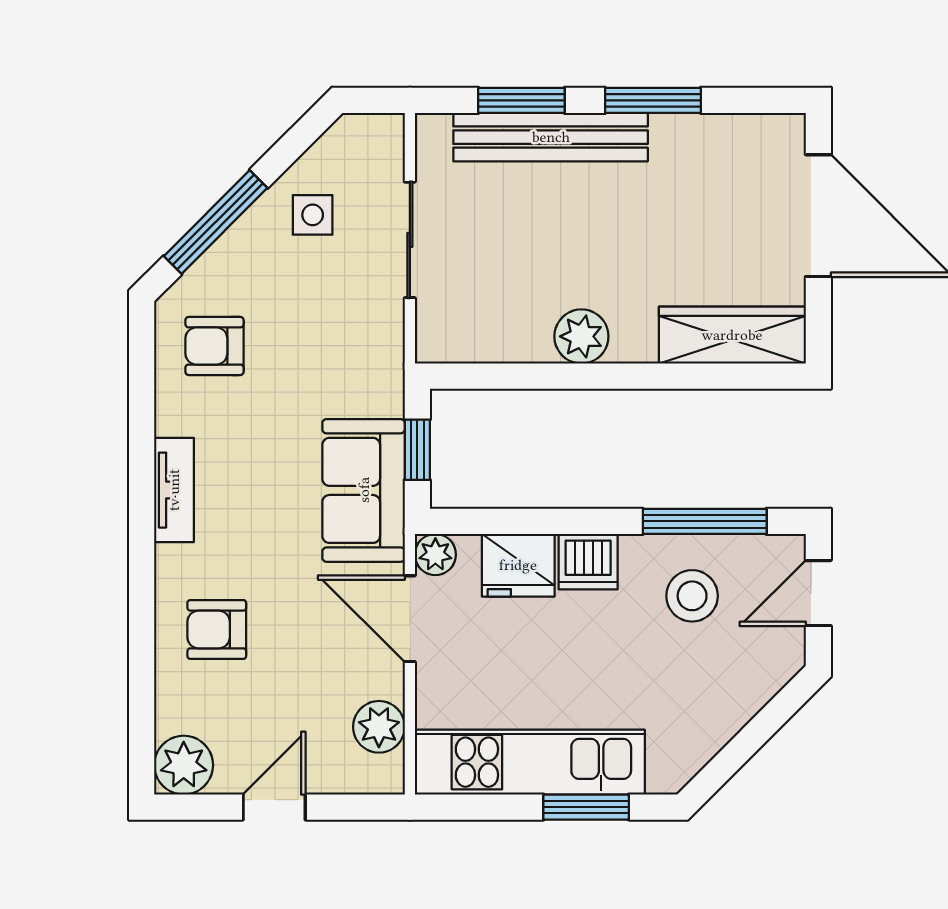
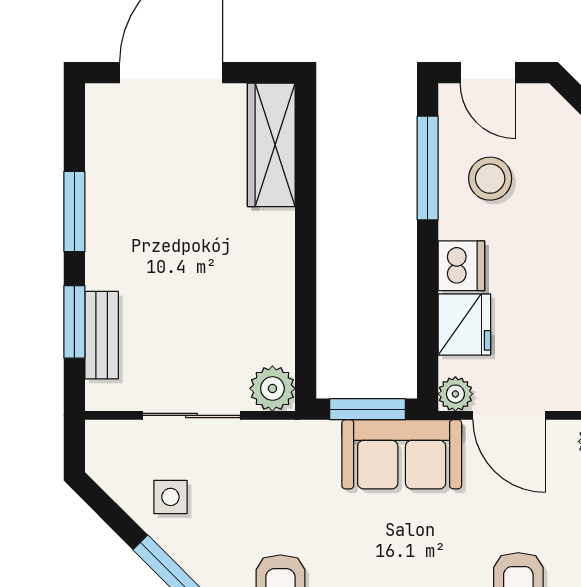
bench: (551, 137) -> (102, 335), width x0.54, depth x0.82
plant: (581, 336) -> (272, 388), moved
window: (417, 450) -> (367, 409), width x1.50
door: (410, 619) -> (509, 415), hinge flipped

